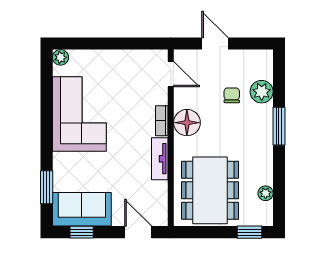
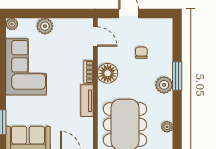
plant: (104, 60) -> (45, 26), added
plant: (262, 92) -> (164, 85), moved

